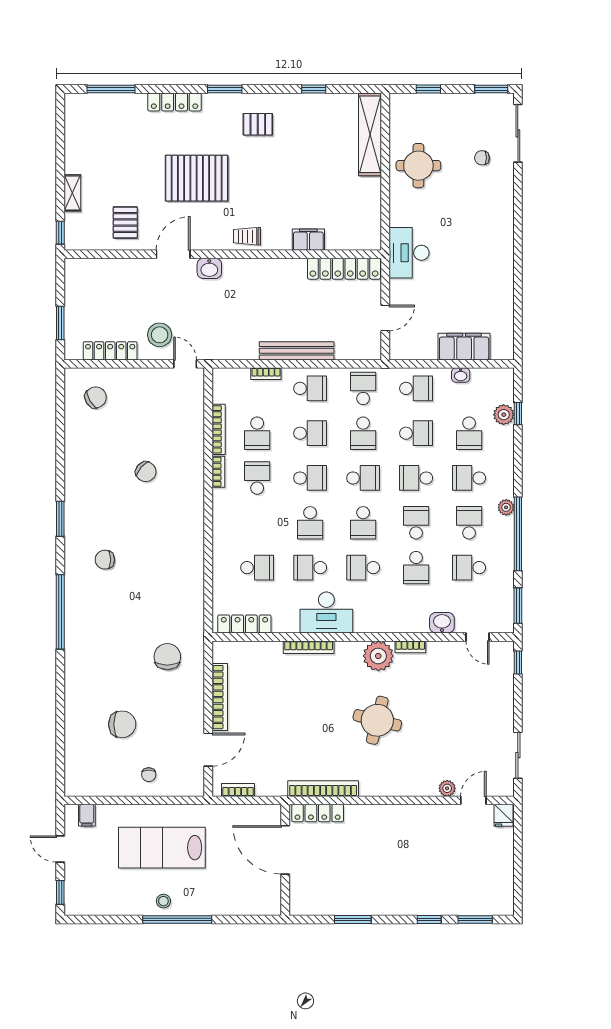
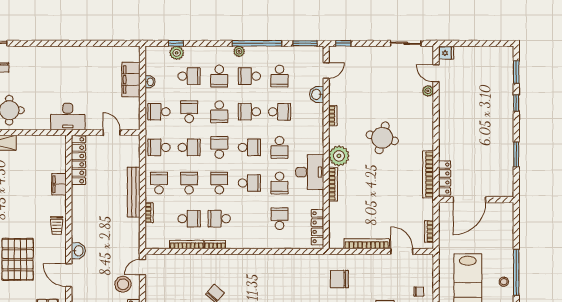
school desk: (416, 388) -> (159, 112), turned -90
plant: (378, 656) -> (339, 156), moved

